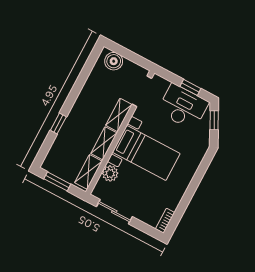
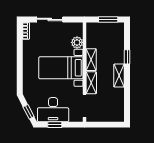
boiler: (114, 61) -> (113, 115), removed
shelving: (88, 172) -> (119, 76), moved
sliding door: (114, 212) -> (50, 19), moved

